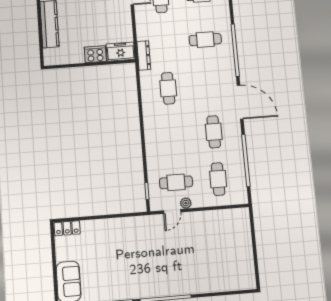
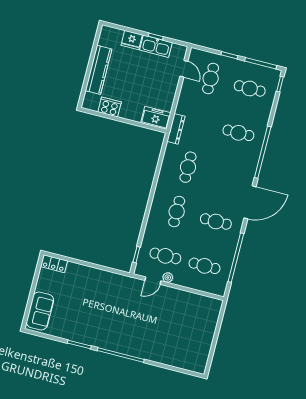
cooker: (95, 54) -> (110, 107), moved
door: (240, 102) -> (250, 202), hinge flipped
cafe table: (214, 132) -> (216, 222), turned 90
cafe table: (172, 135) -> (177, 212), added
cafe table: (218, 179) -> (205, 266), turned 90

